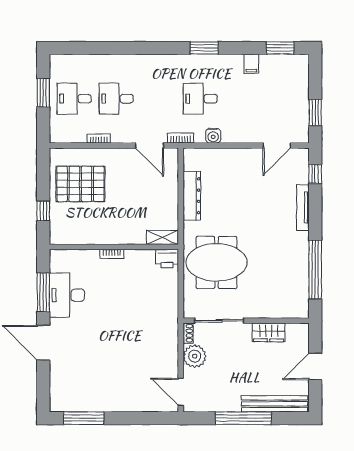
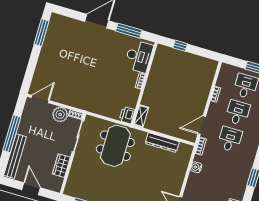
desk: (200, 99) -> (230, 139), moved
pallet: (80, 184) -> (190, 74), removed
desk: (67, 295) -> (139, 56), moved, turned 90

